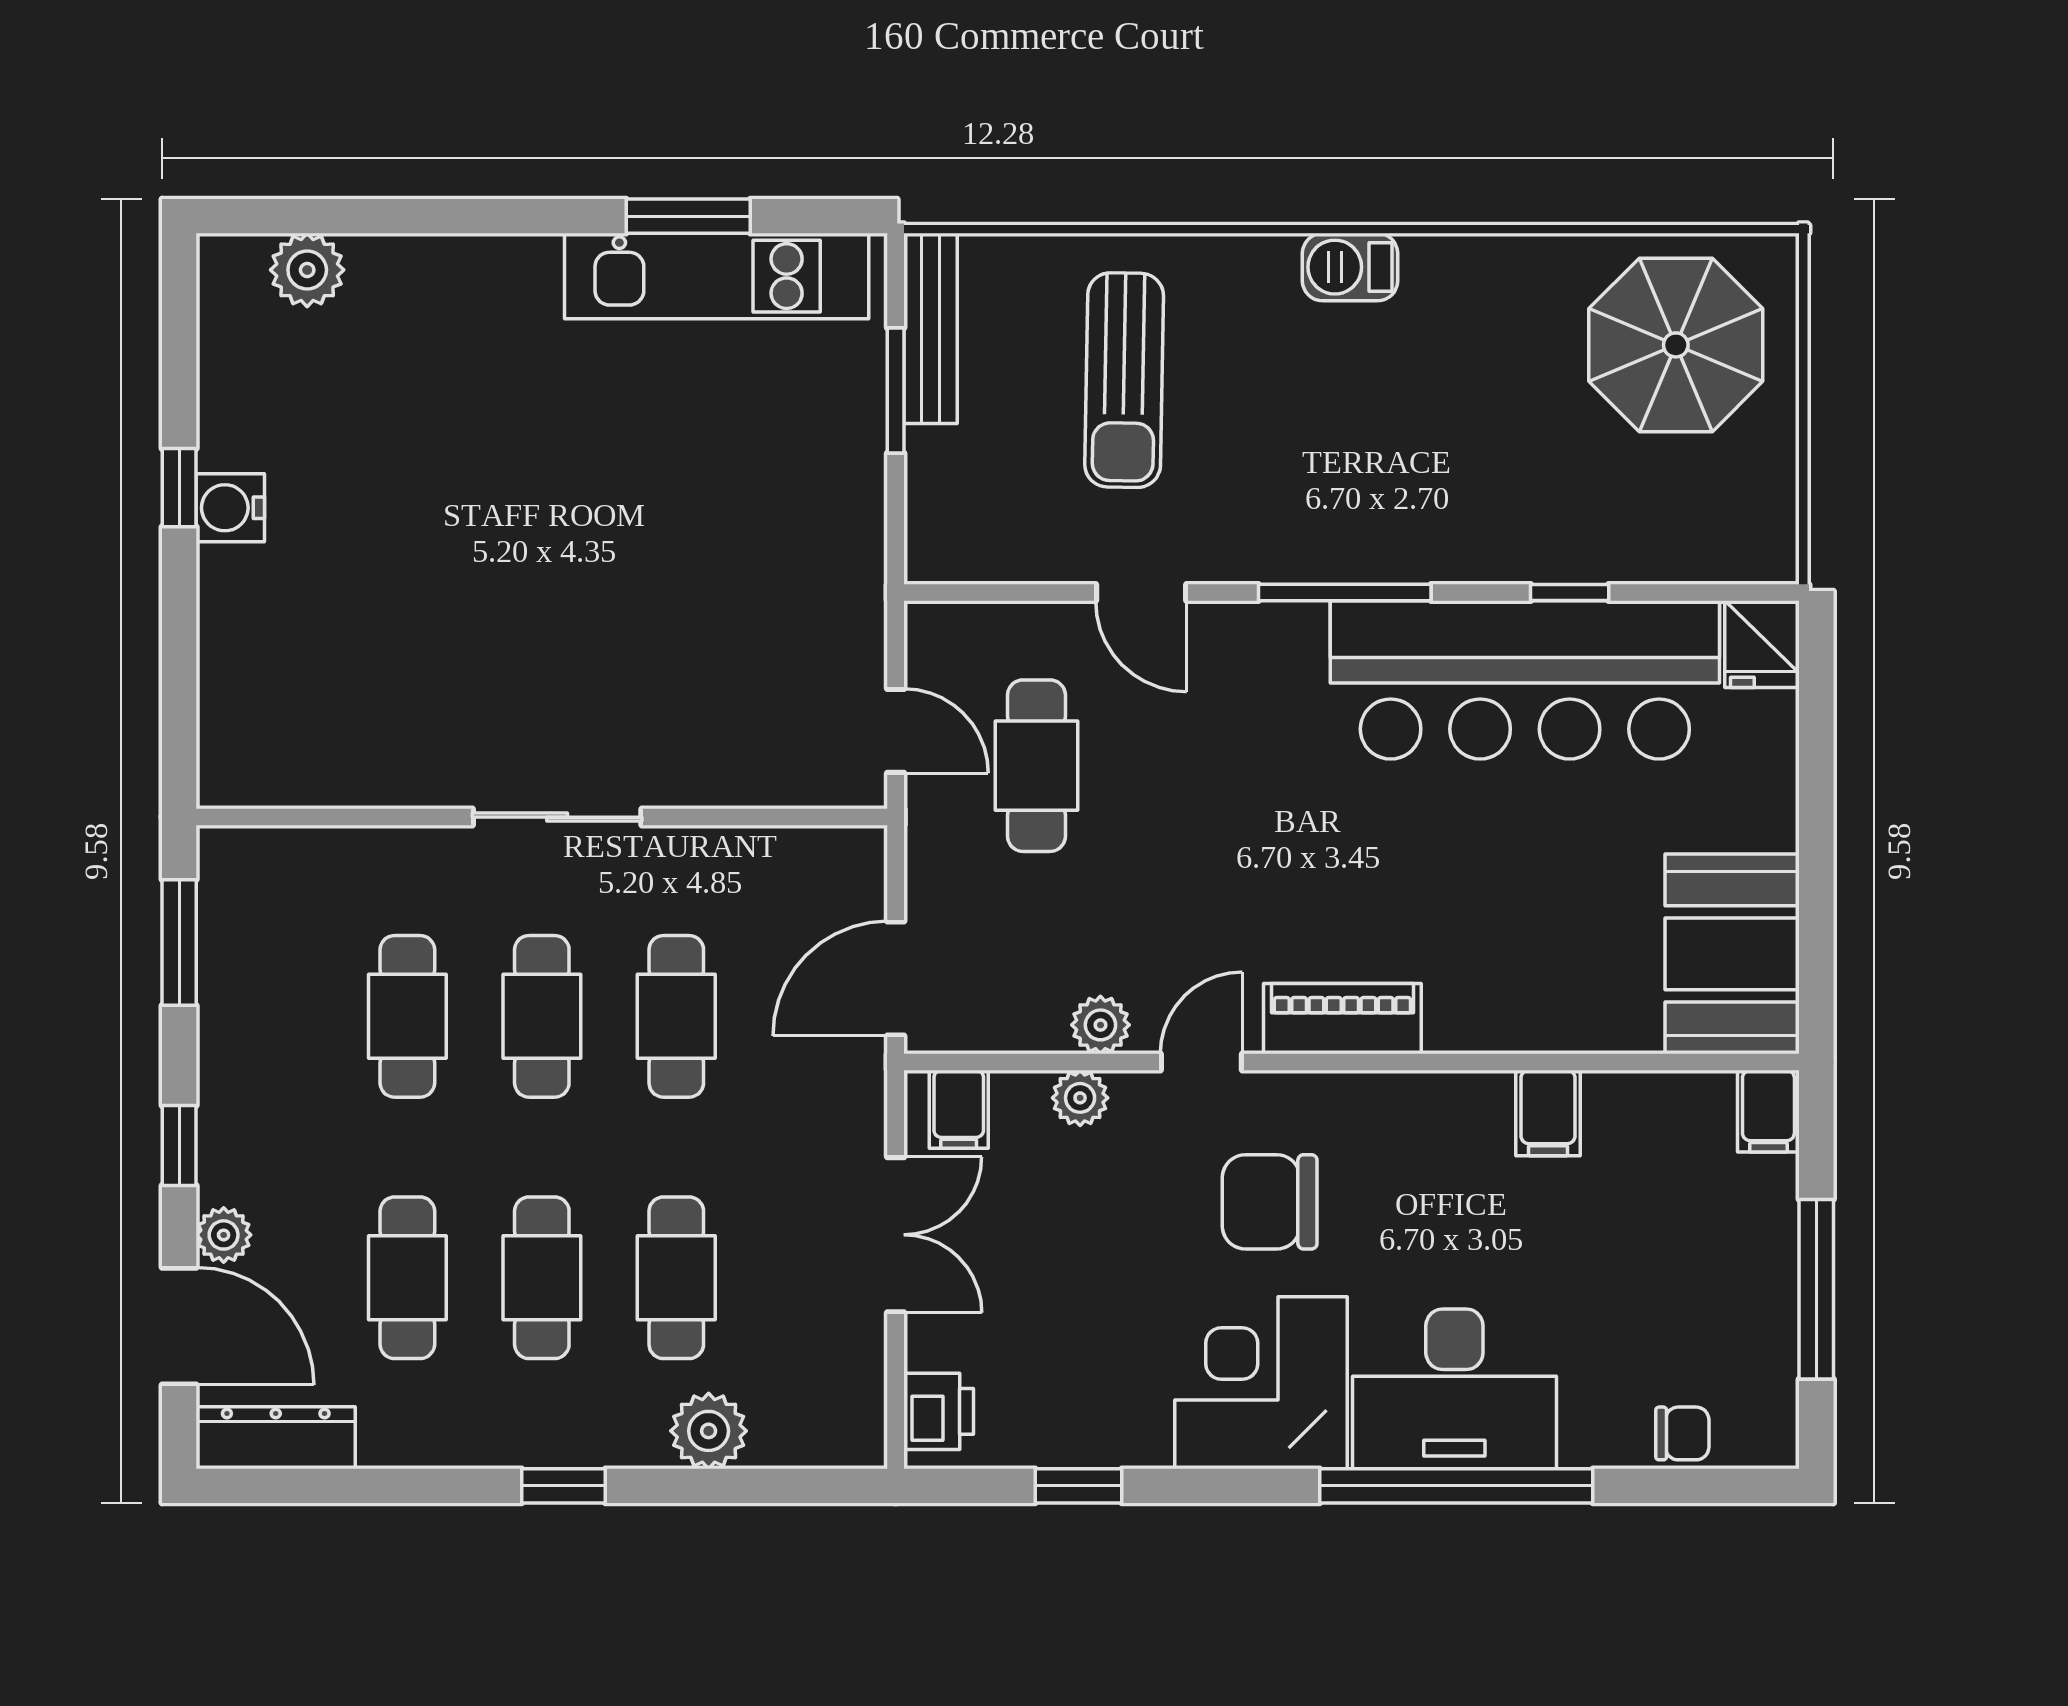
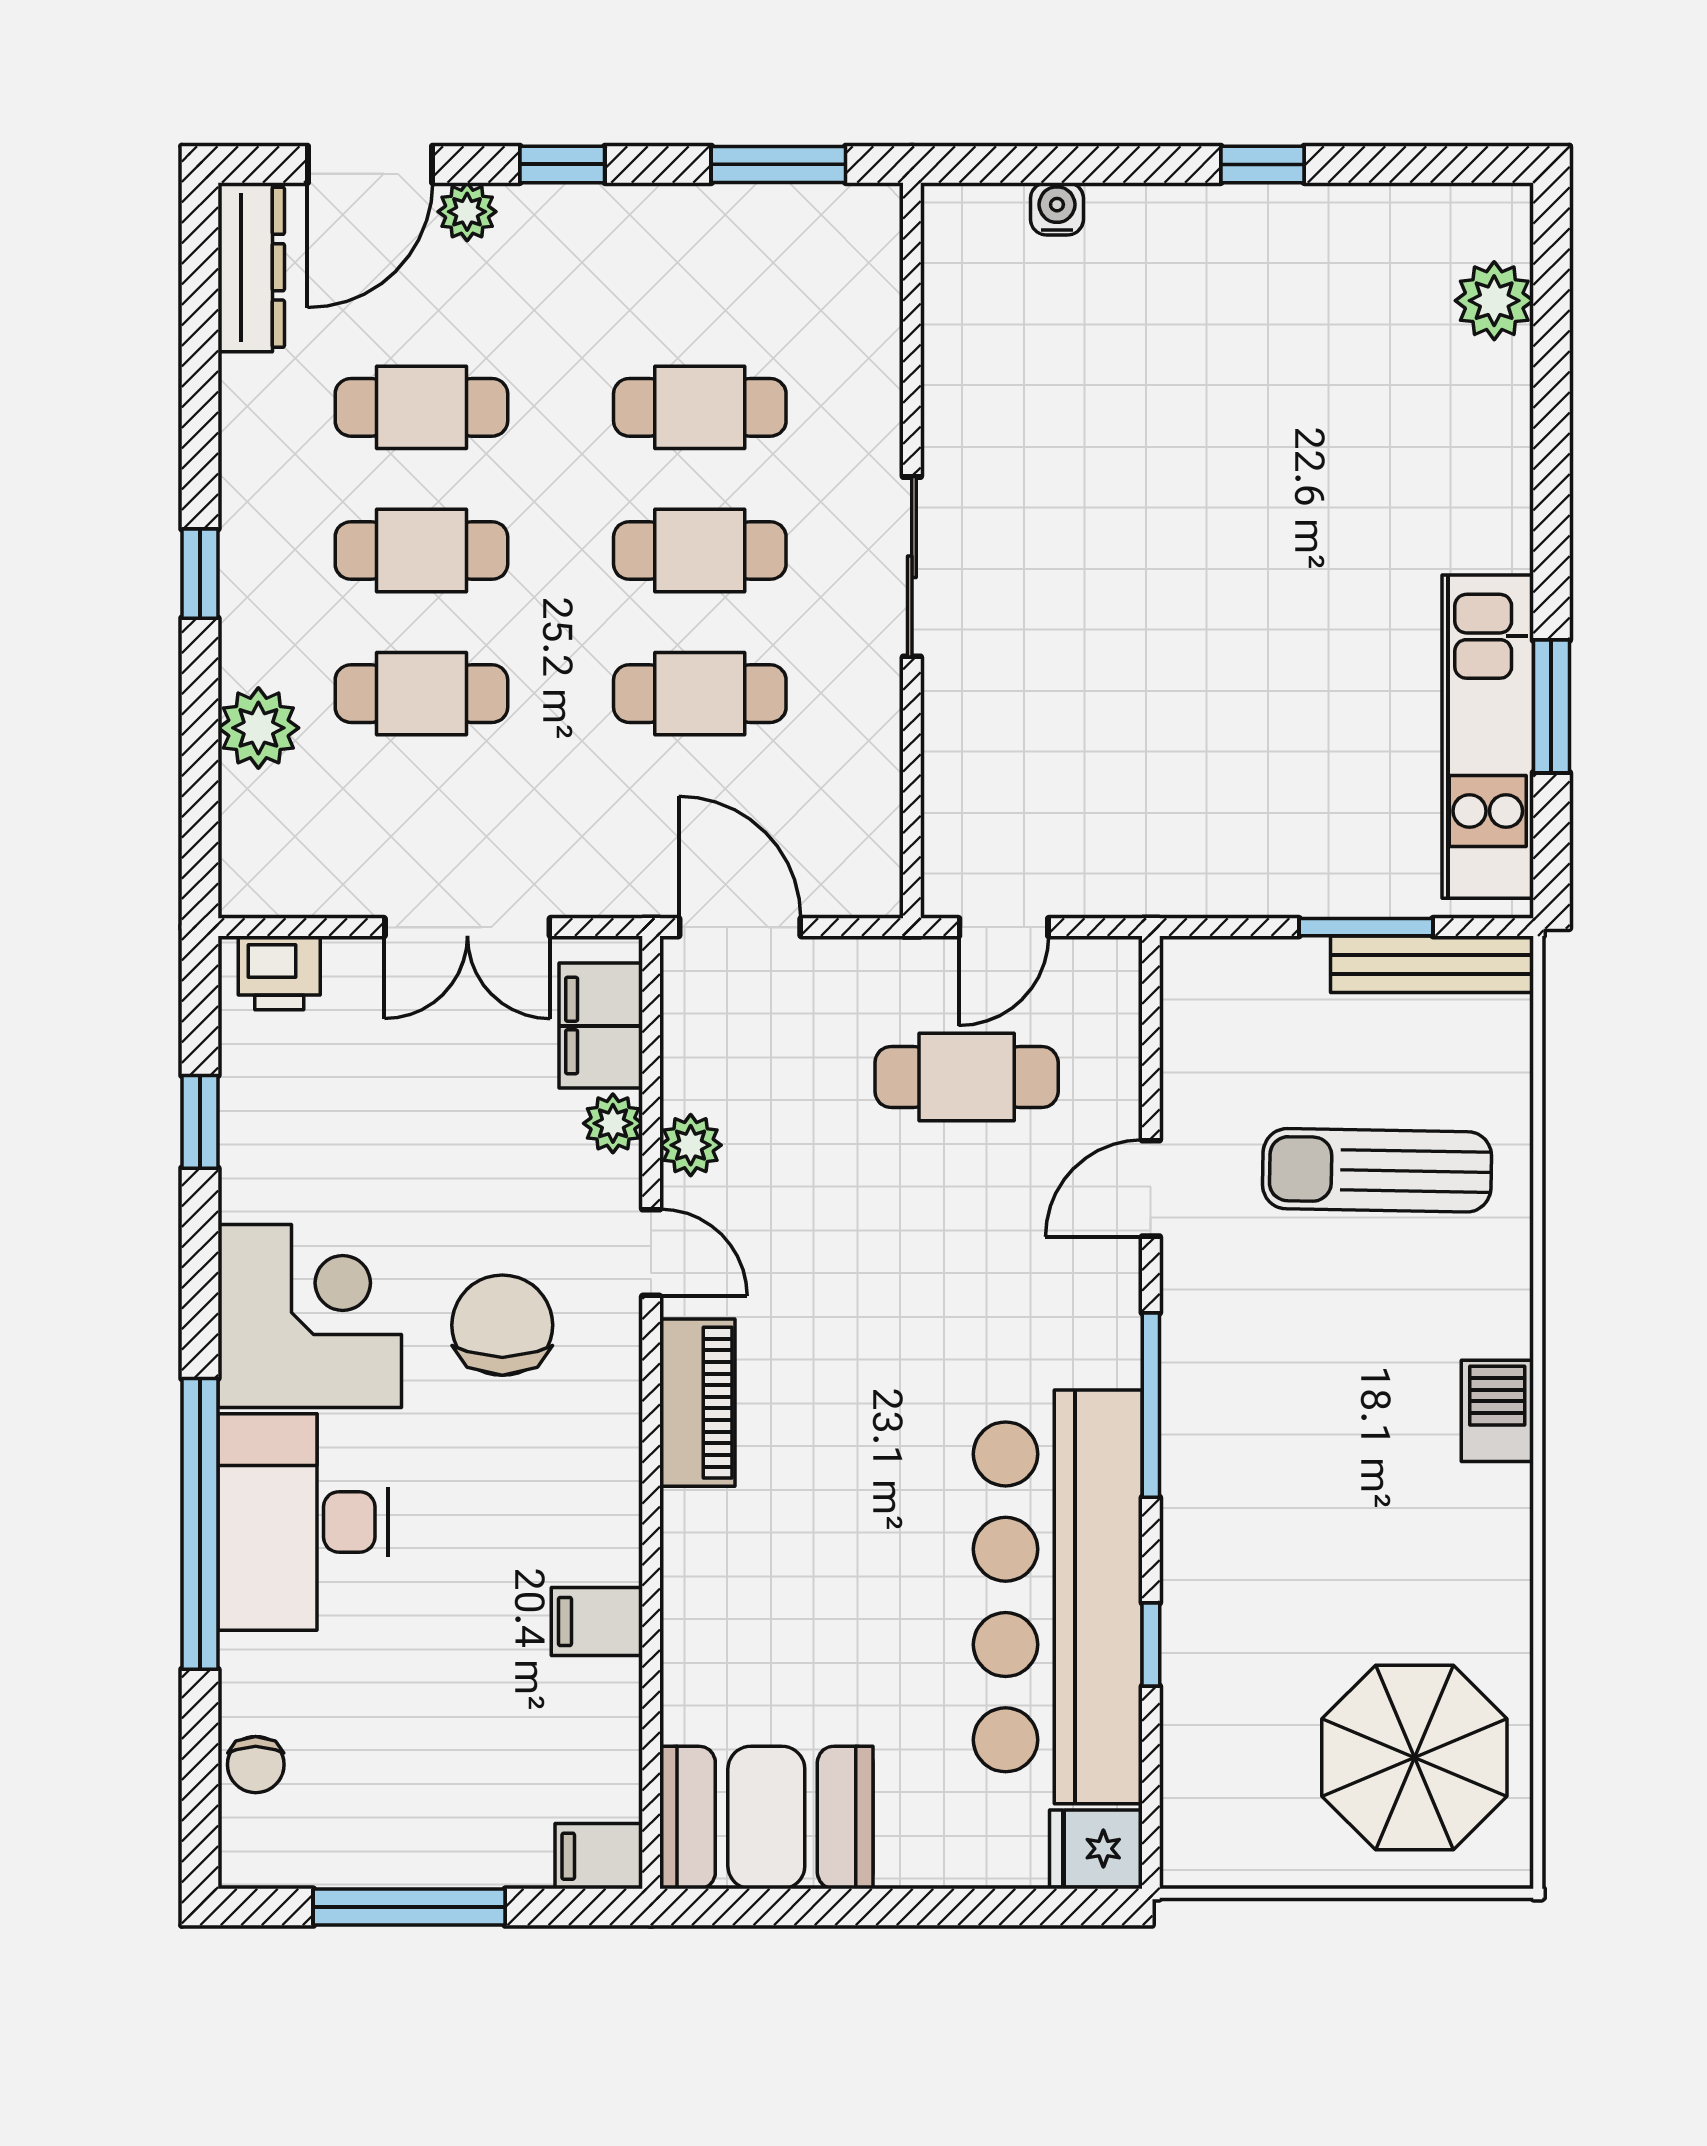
water cooler: (230, 508) -> (1057, 209), moved, width x0.72, depth x0.72
filing cabinet: (959, 1109) -> (601, 1026), width x2.00

